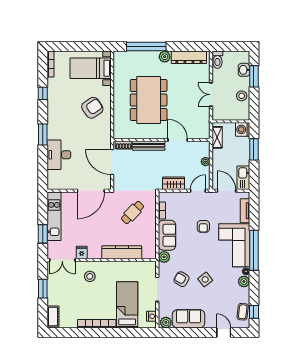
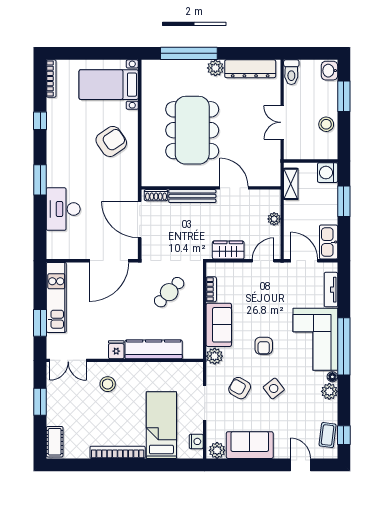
washbasin: (244, 70) -> (329, 71), moved
armchair: (203, 226) -> (264, 346), moved
fridge: (82, 252) -> (116, 350), moved

